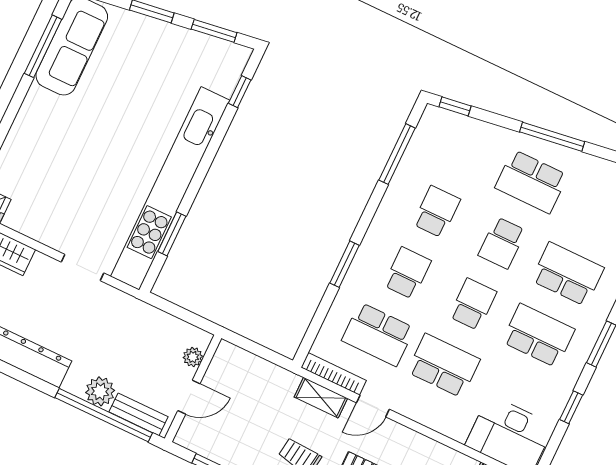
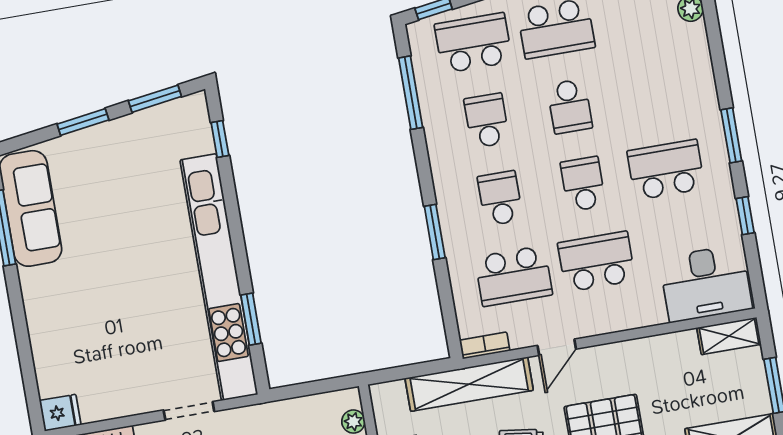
school desk: (568, 274) -> (473, 43), moved
bookcase: (334, 374) -> (485, 345), width x0.64
shelving: (321, 398) -> (469, 384), width x2.20, depth x1.33

